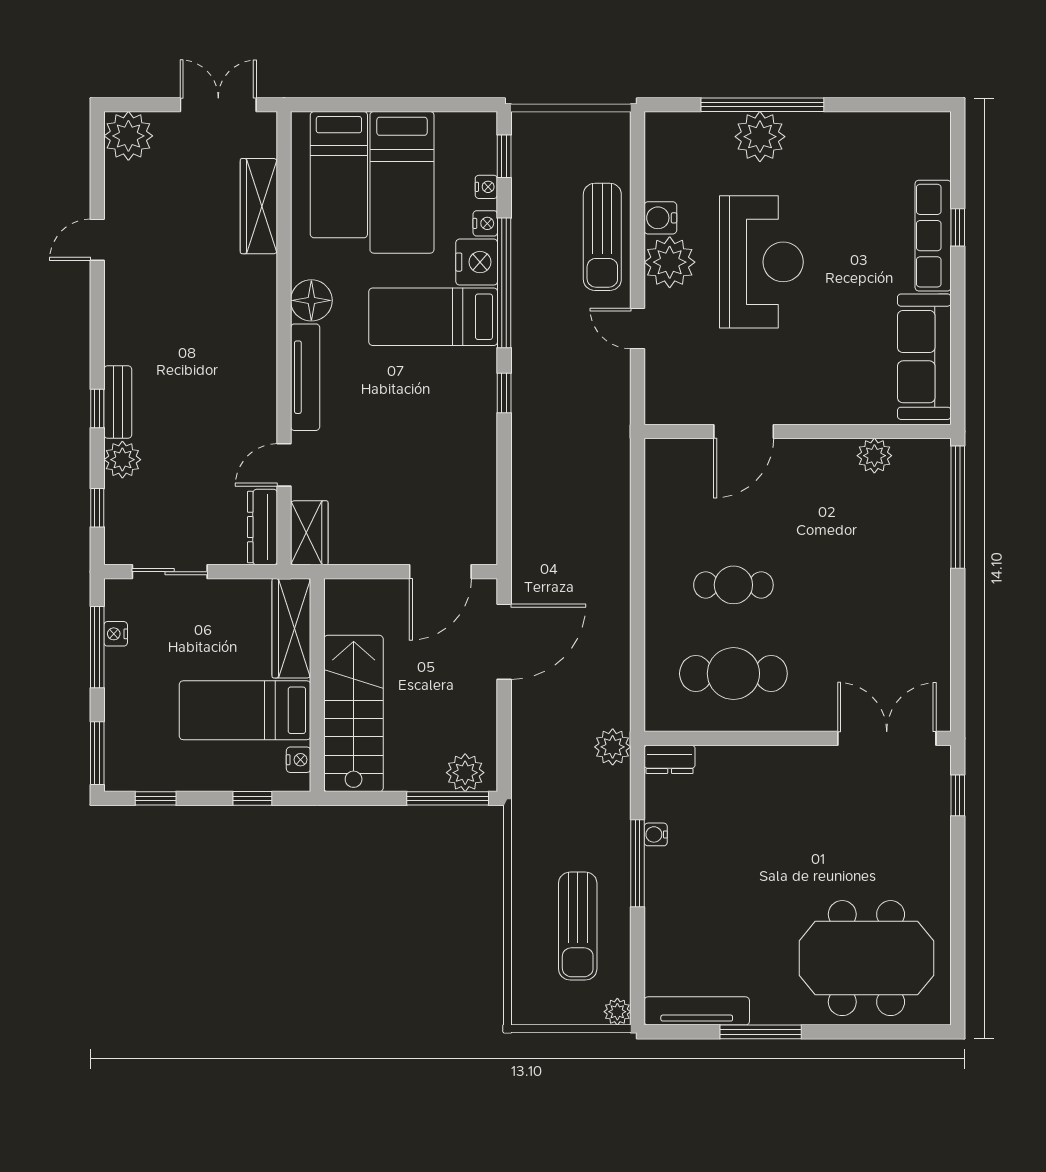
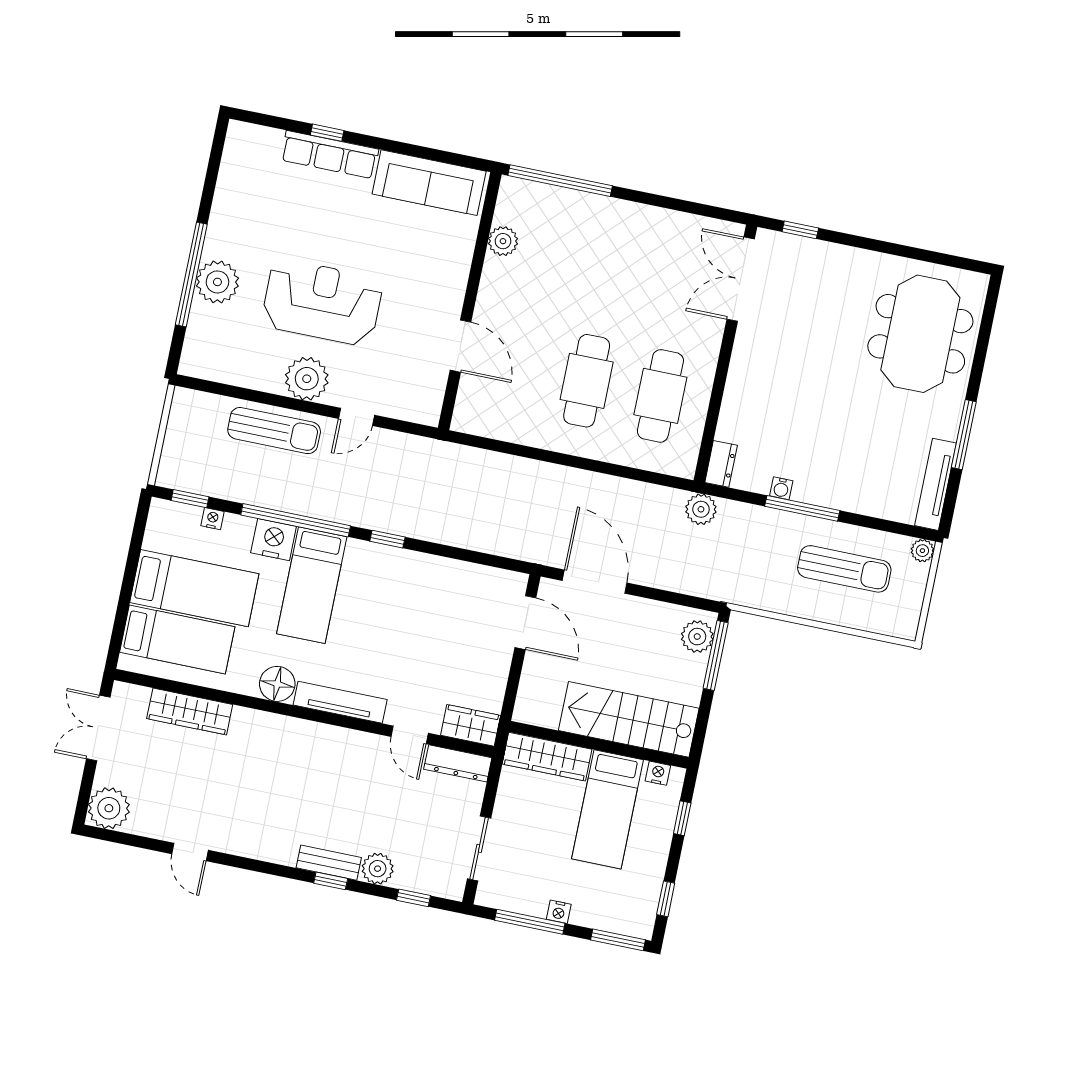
water cooler: (660, 218) -> (268, 379), removed
nightstand: (485, 223) -> (243, 526), removed
cafe table: (733, 585) -> (587, 381), width x1.37, depth x1.35
nightstand: (116, 634) -> (559, 912), moved

